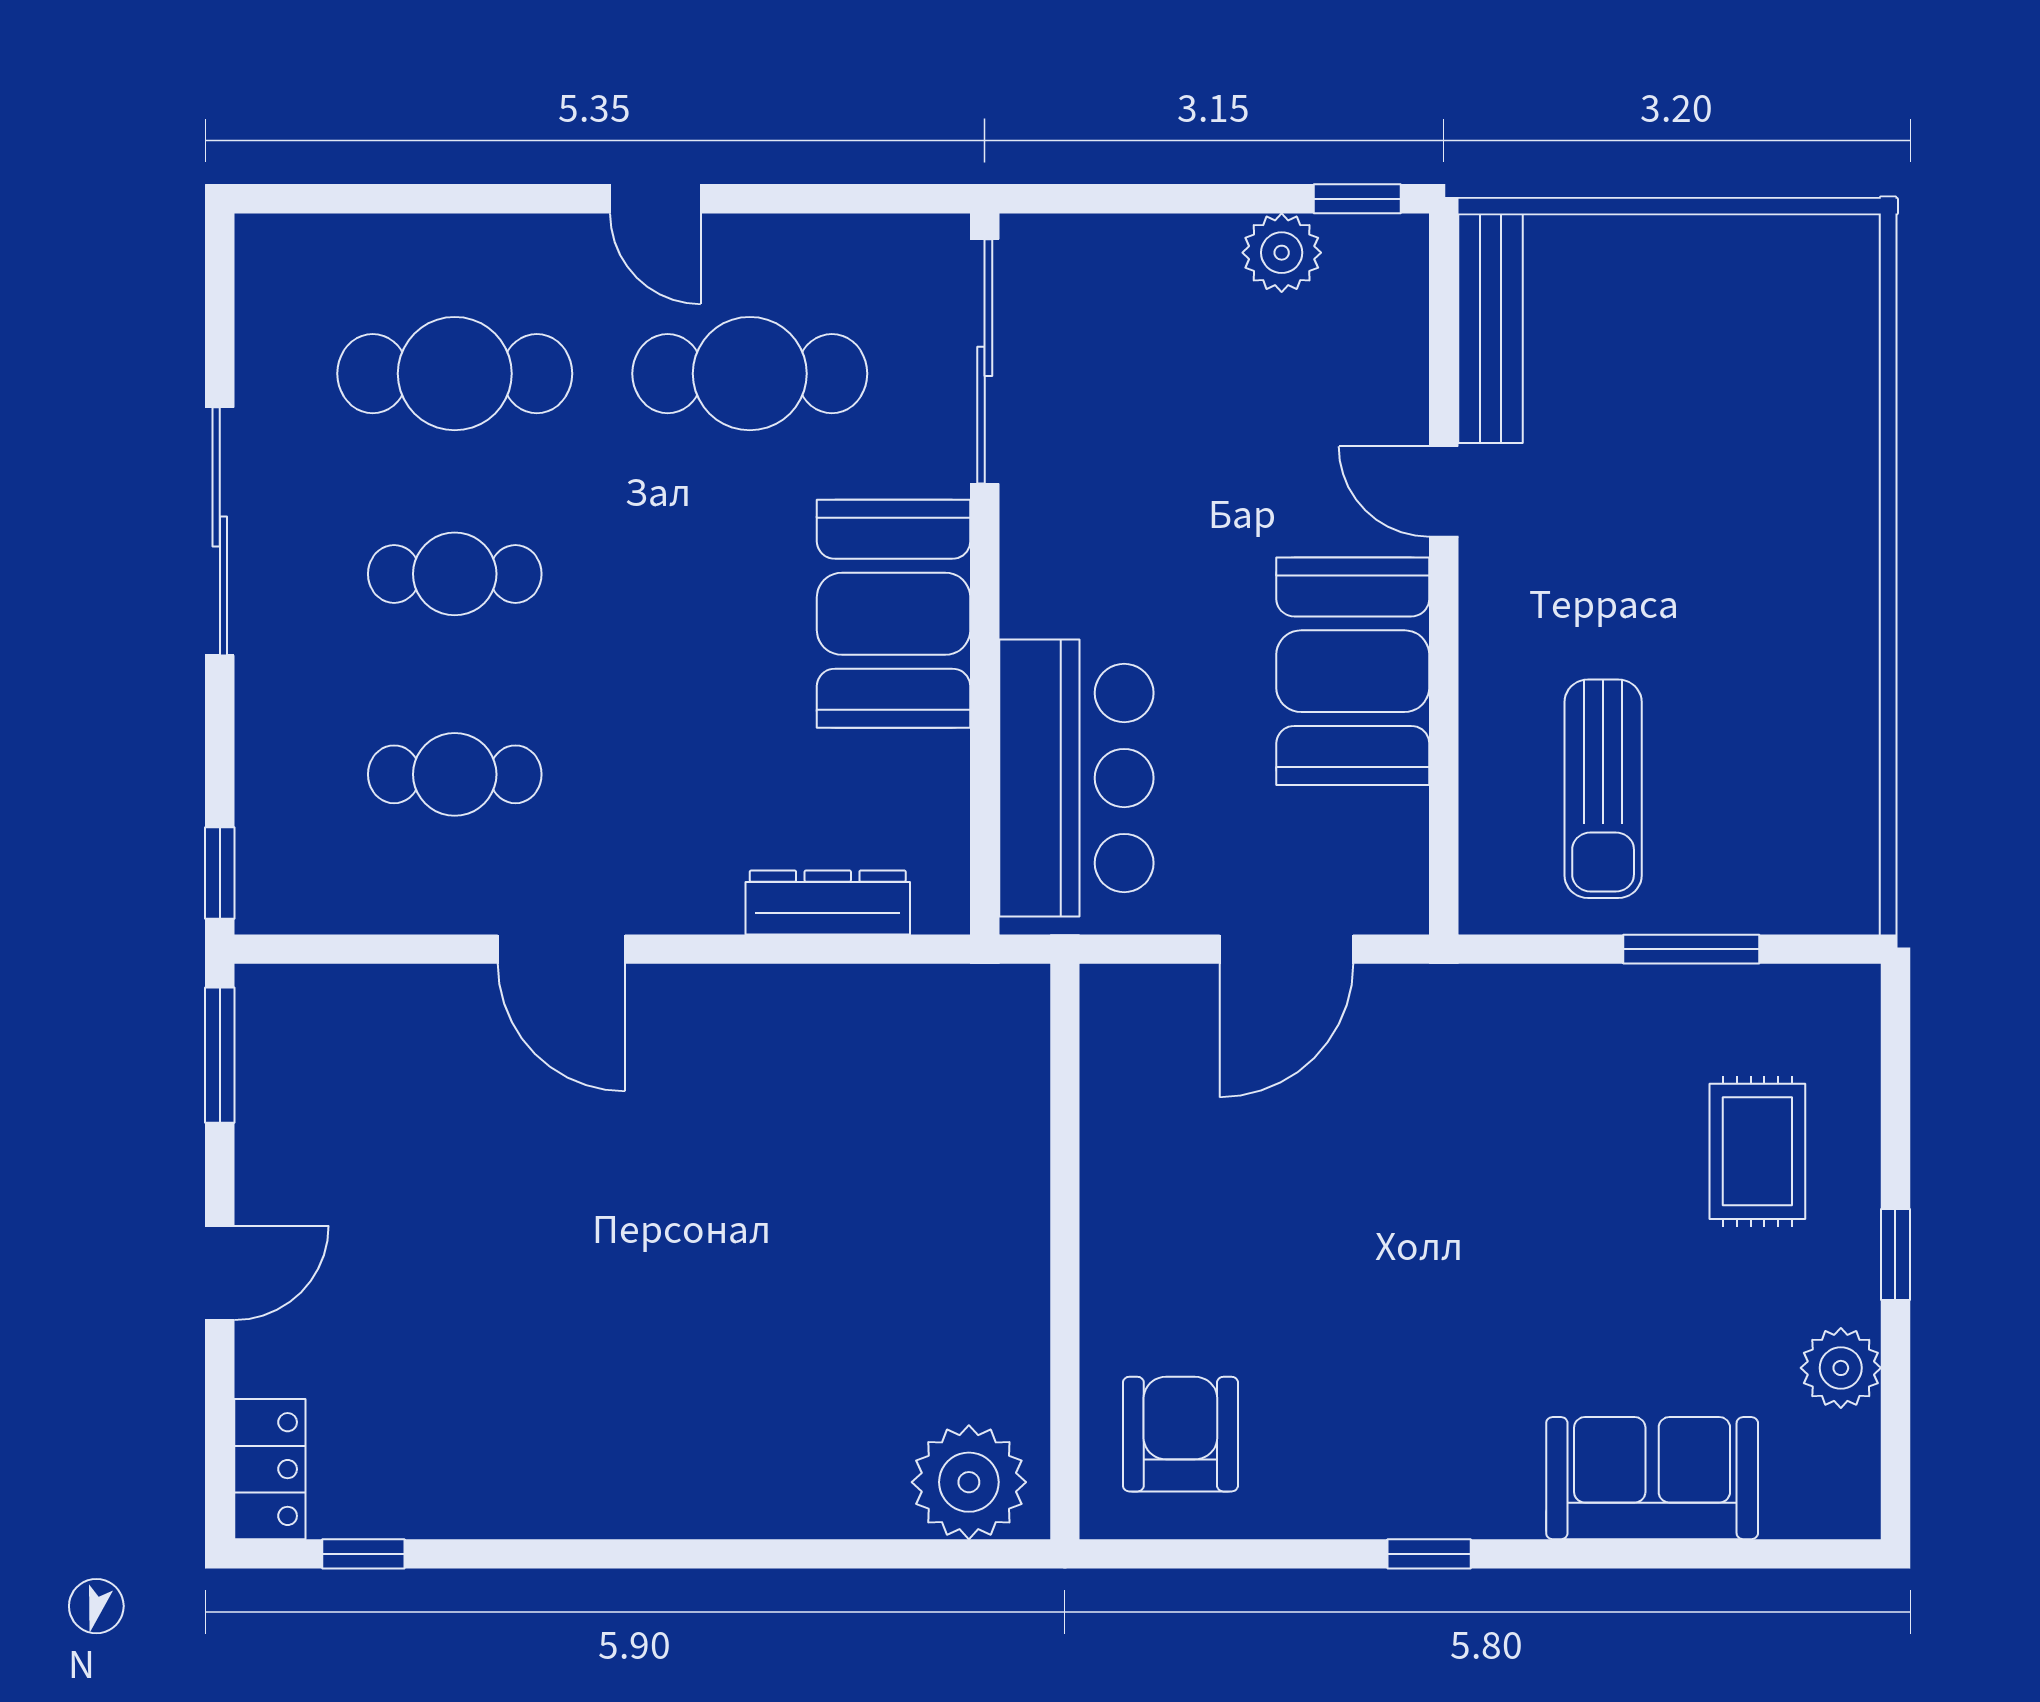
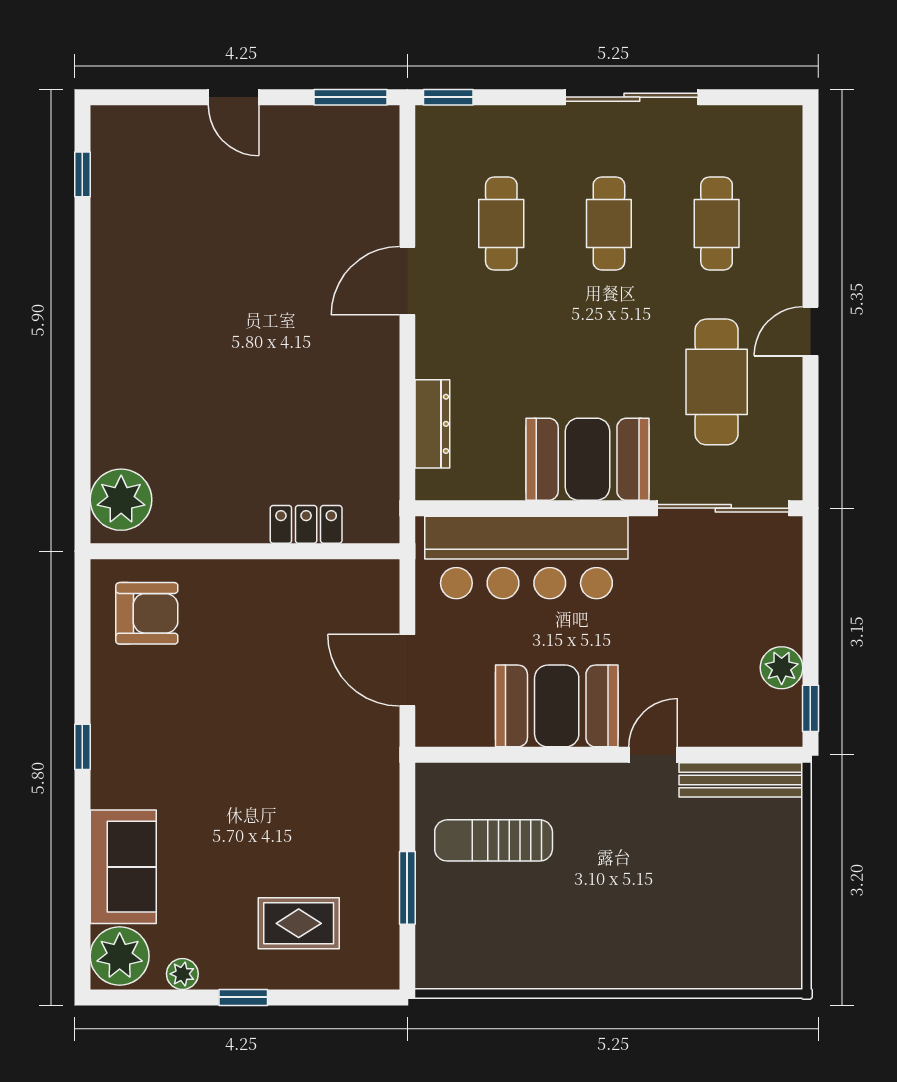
cafe table: (455, 374) -> (717, 223), width x0.73, depth x0.74
bar counter: (1076, 778) -> (526, 557), width x1.36
plant: (1841, 1368) -> (182, 974), width x0.73, depth x0.73
locker: (270, 1469) -> (306, 524), moved, turned 180
plant: (1818, 1485) -> (120, 956), added

